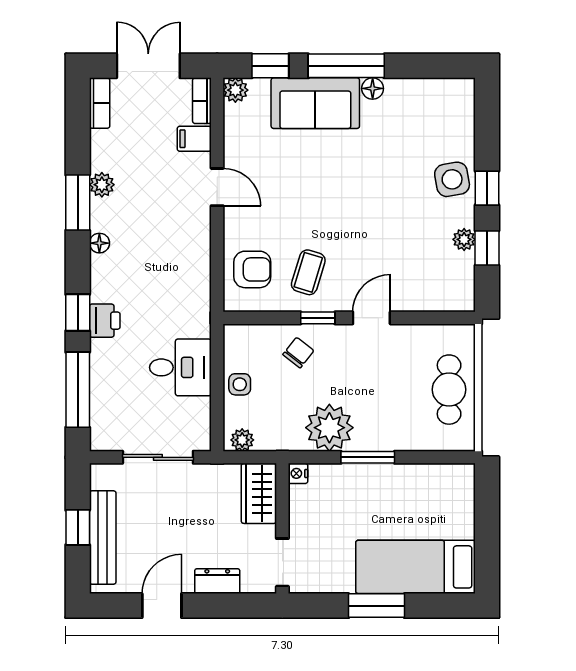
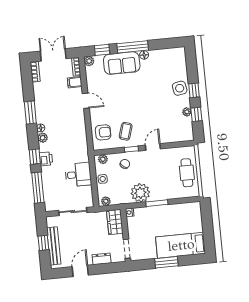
plant: (102, 185) -> (43, 138), moved
plant: (245, 336) -> (103, 159), added

